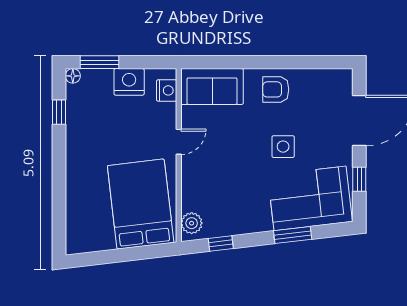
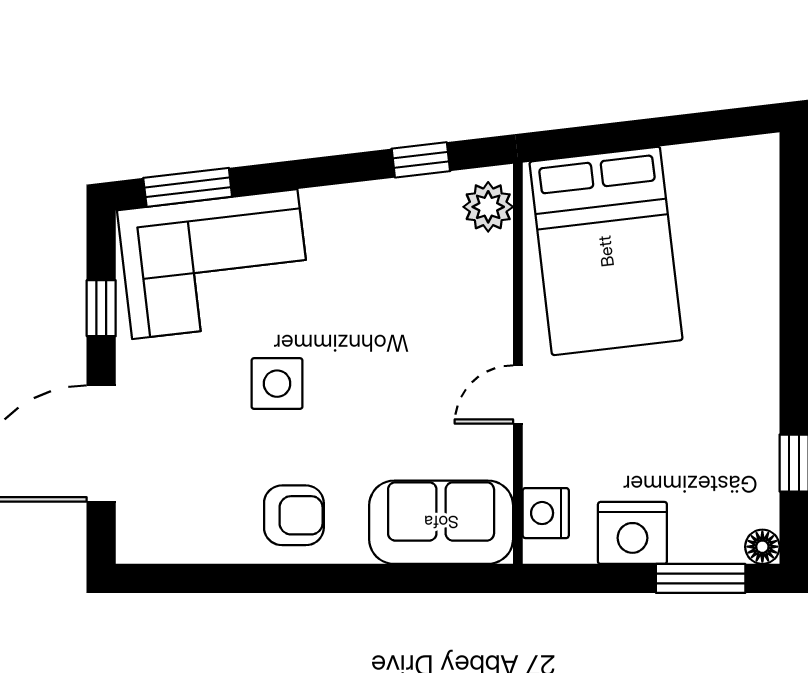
window: (293, 235) -> (188, 187), moved

